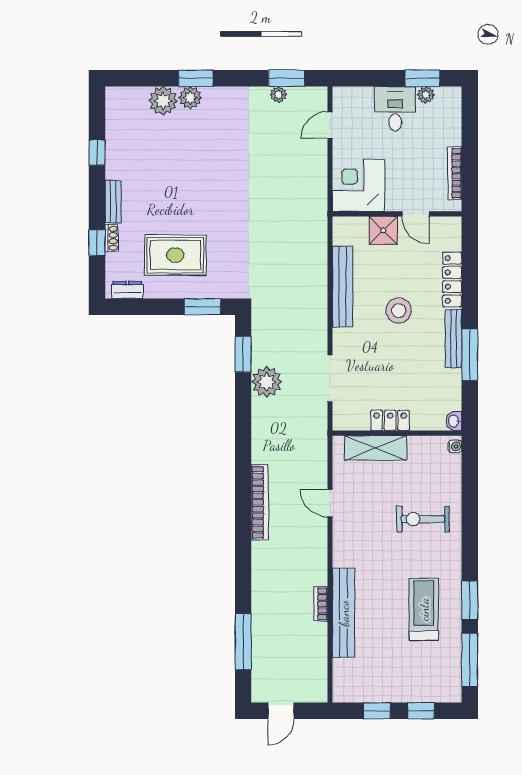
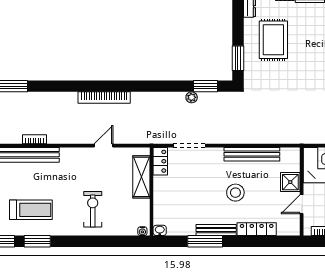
plant: (267, 382) -> (192, 97), width x0.53, depth x0.53
locker: (390, 420) -> (160, 161), moved

